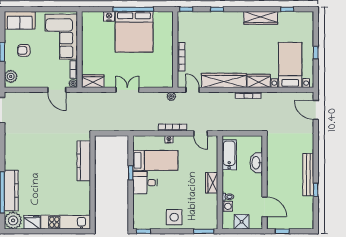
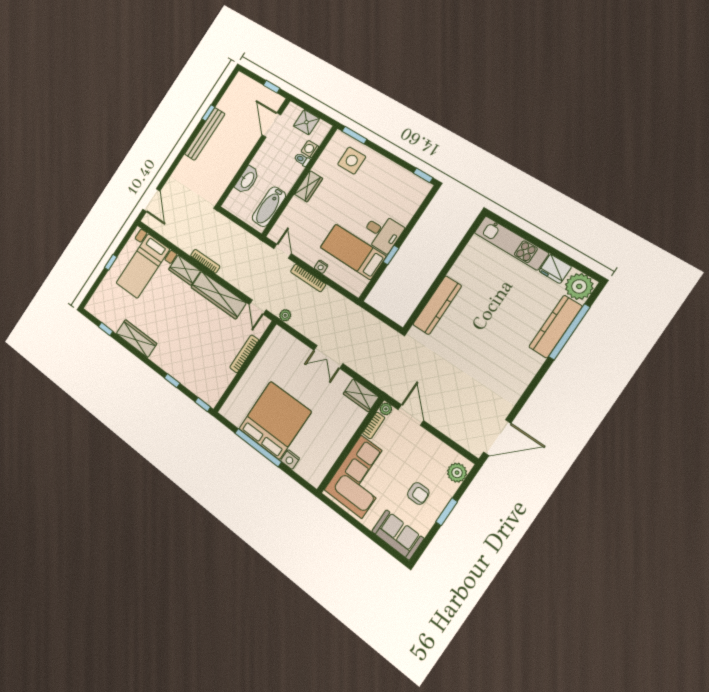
side table: (174, 217) -> (352, 161), moved

